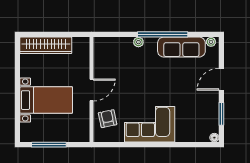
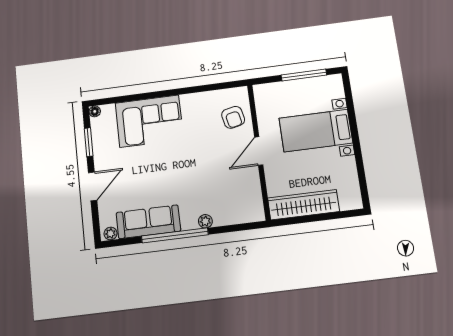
wardrobe: (46, 45) -> (303, 205), moved
corner sofa: (150, 124) -> (149, 121), moved

